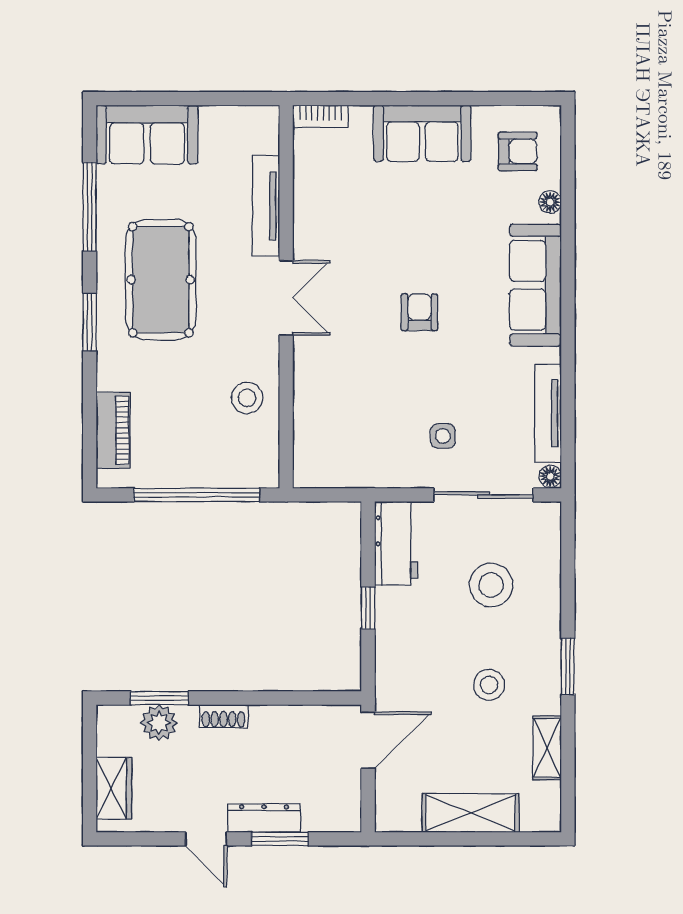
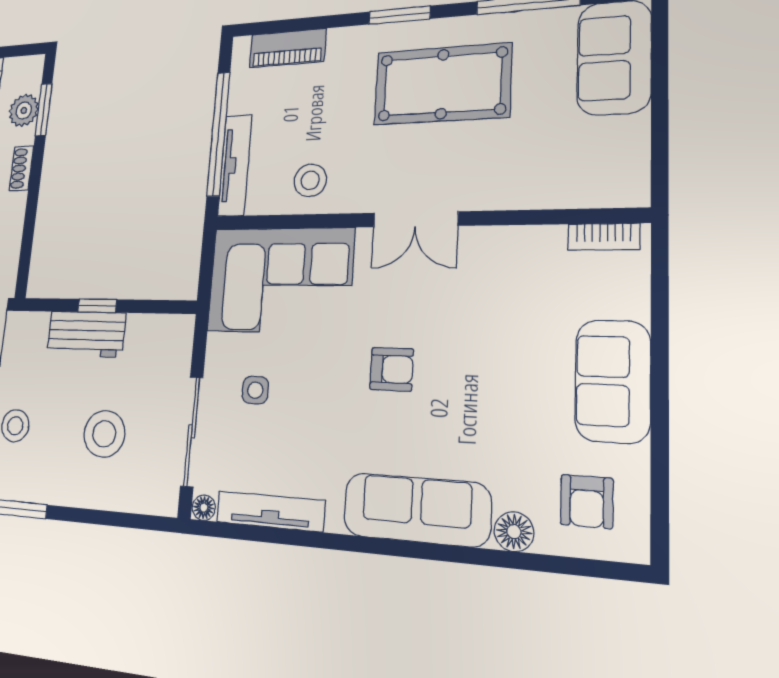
bookcase: (320, 116) -> (604, 237), moved, turned -90
floor lamp: (550, 202) -> (514, 532), width x1.37, depth x1.37
tv unit: (266, 206) -> (235, 165), moved, turned 90
corner sofa: (341, 420) -> (280, 280), added
workbench: (396, 543) -> (86, 334), moved

